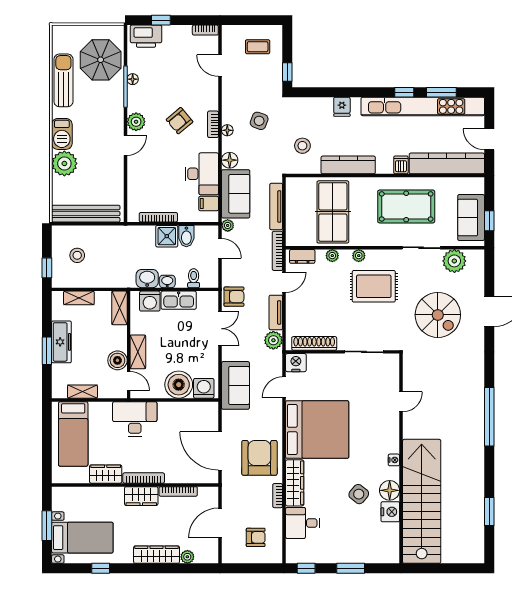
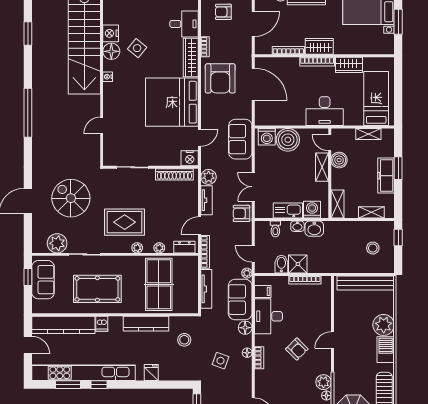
armchair: (180, 121) -> (297, 349), moved, turned 85
plant: (136, 122) -> (323, 382), moved

